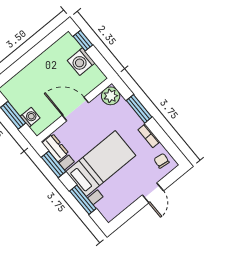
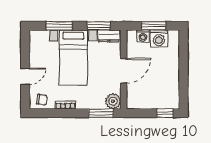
washing machine: (81, 62) -> (159, 38), moved, turned 180
window: (139, 109) -> (101, 113), moved
door: (153, 193) -> (25, 76), swing flipped

